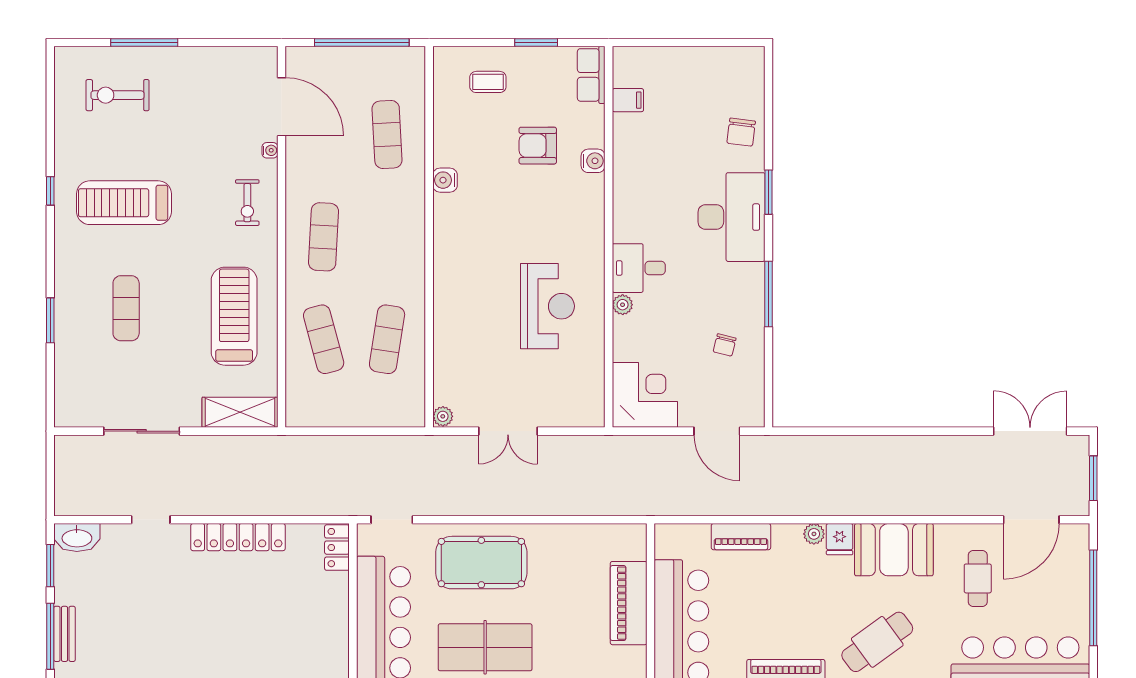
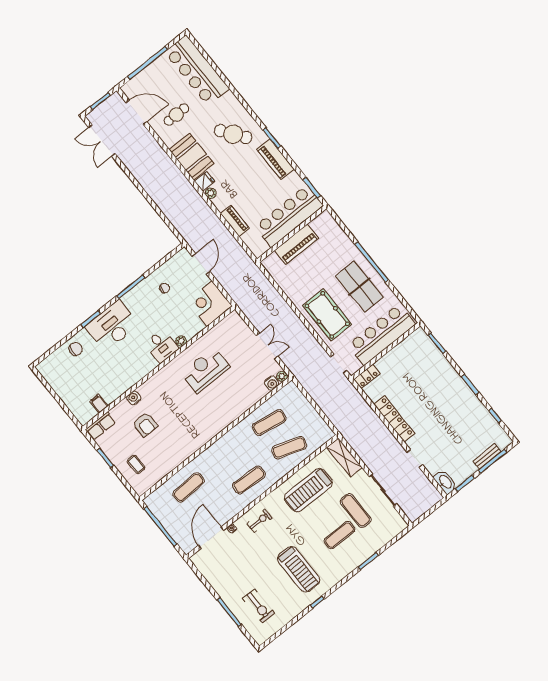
water cooler: (445, 180) -> (272, 383), moved
exercise mat: (324, 339) -> (289, 448), turned 33
exercise mat: (144, 364) -> (356, 511), added

